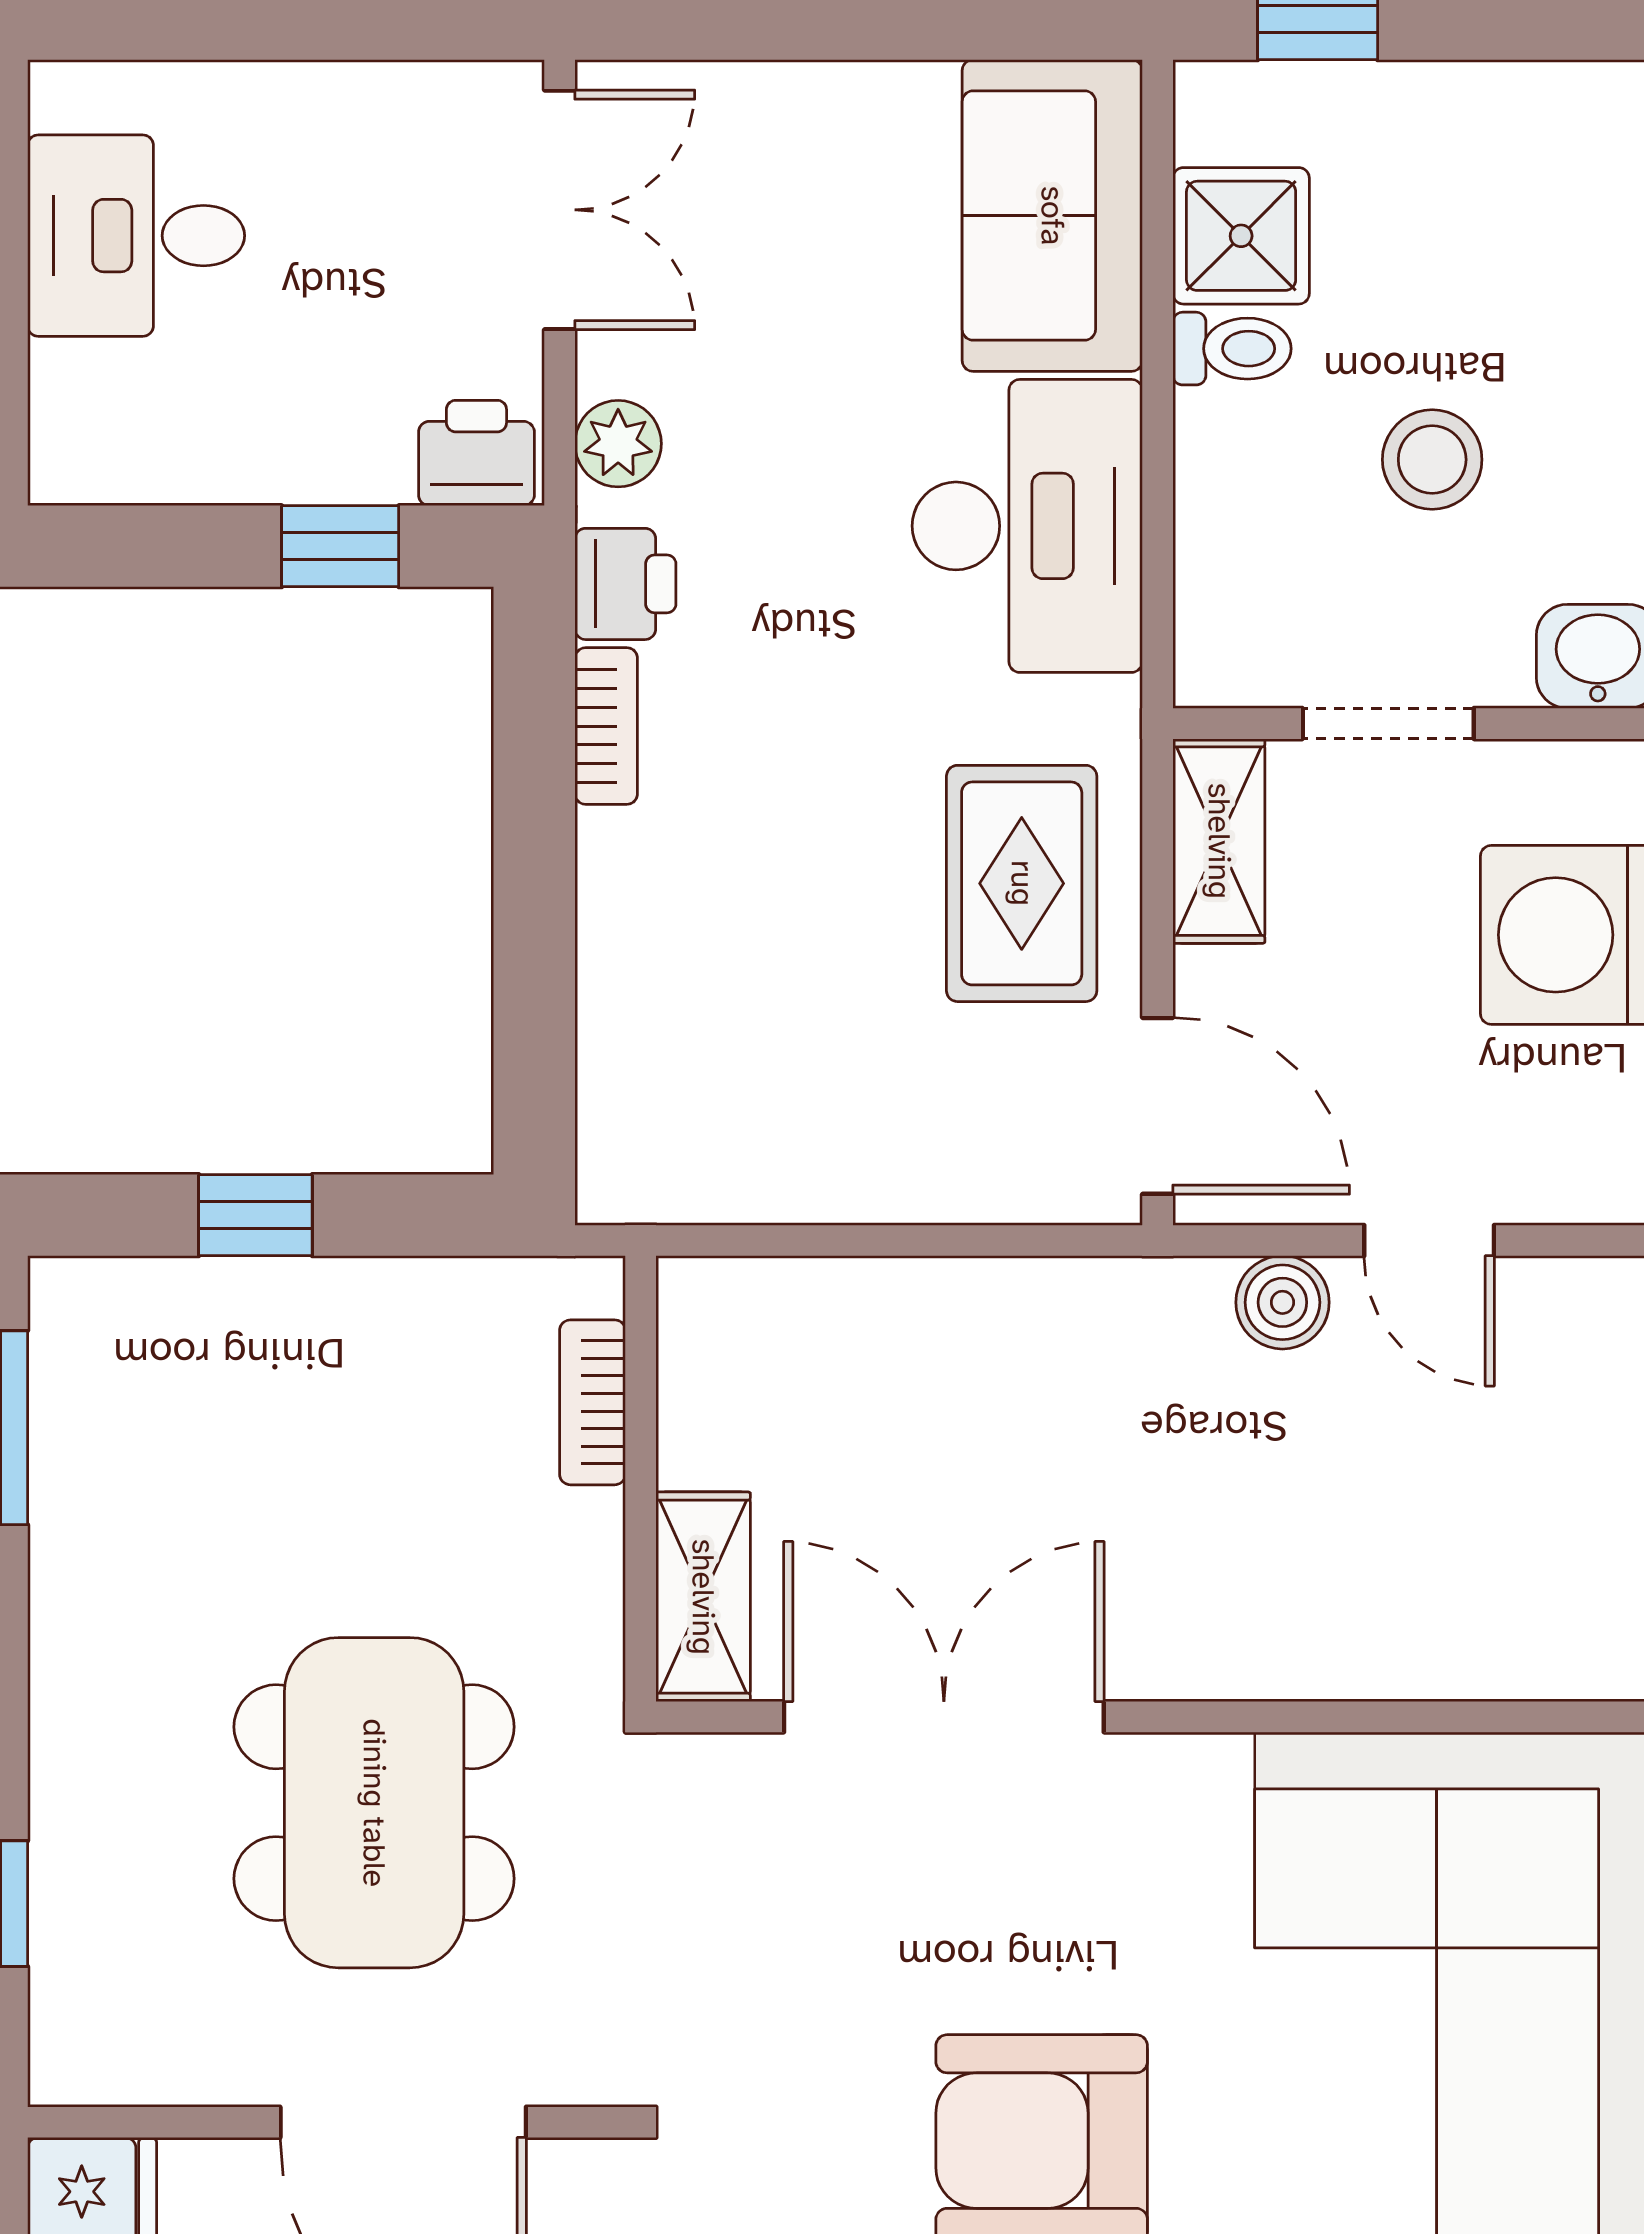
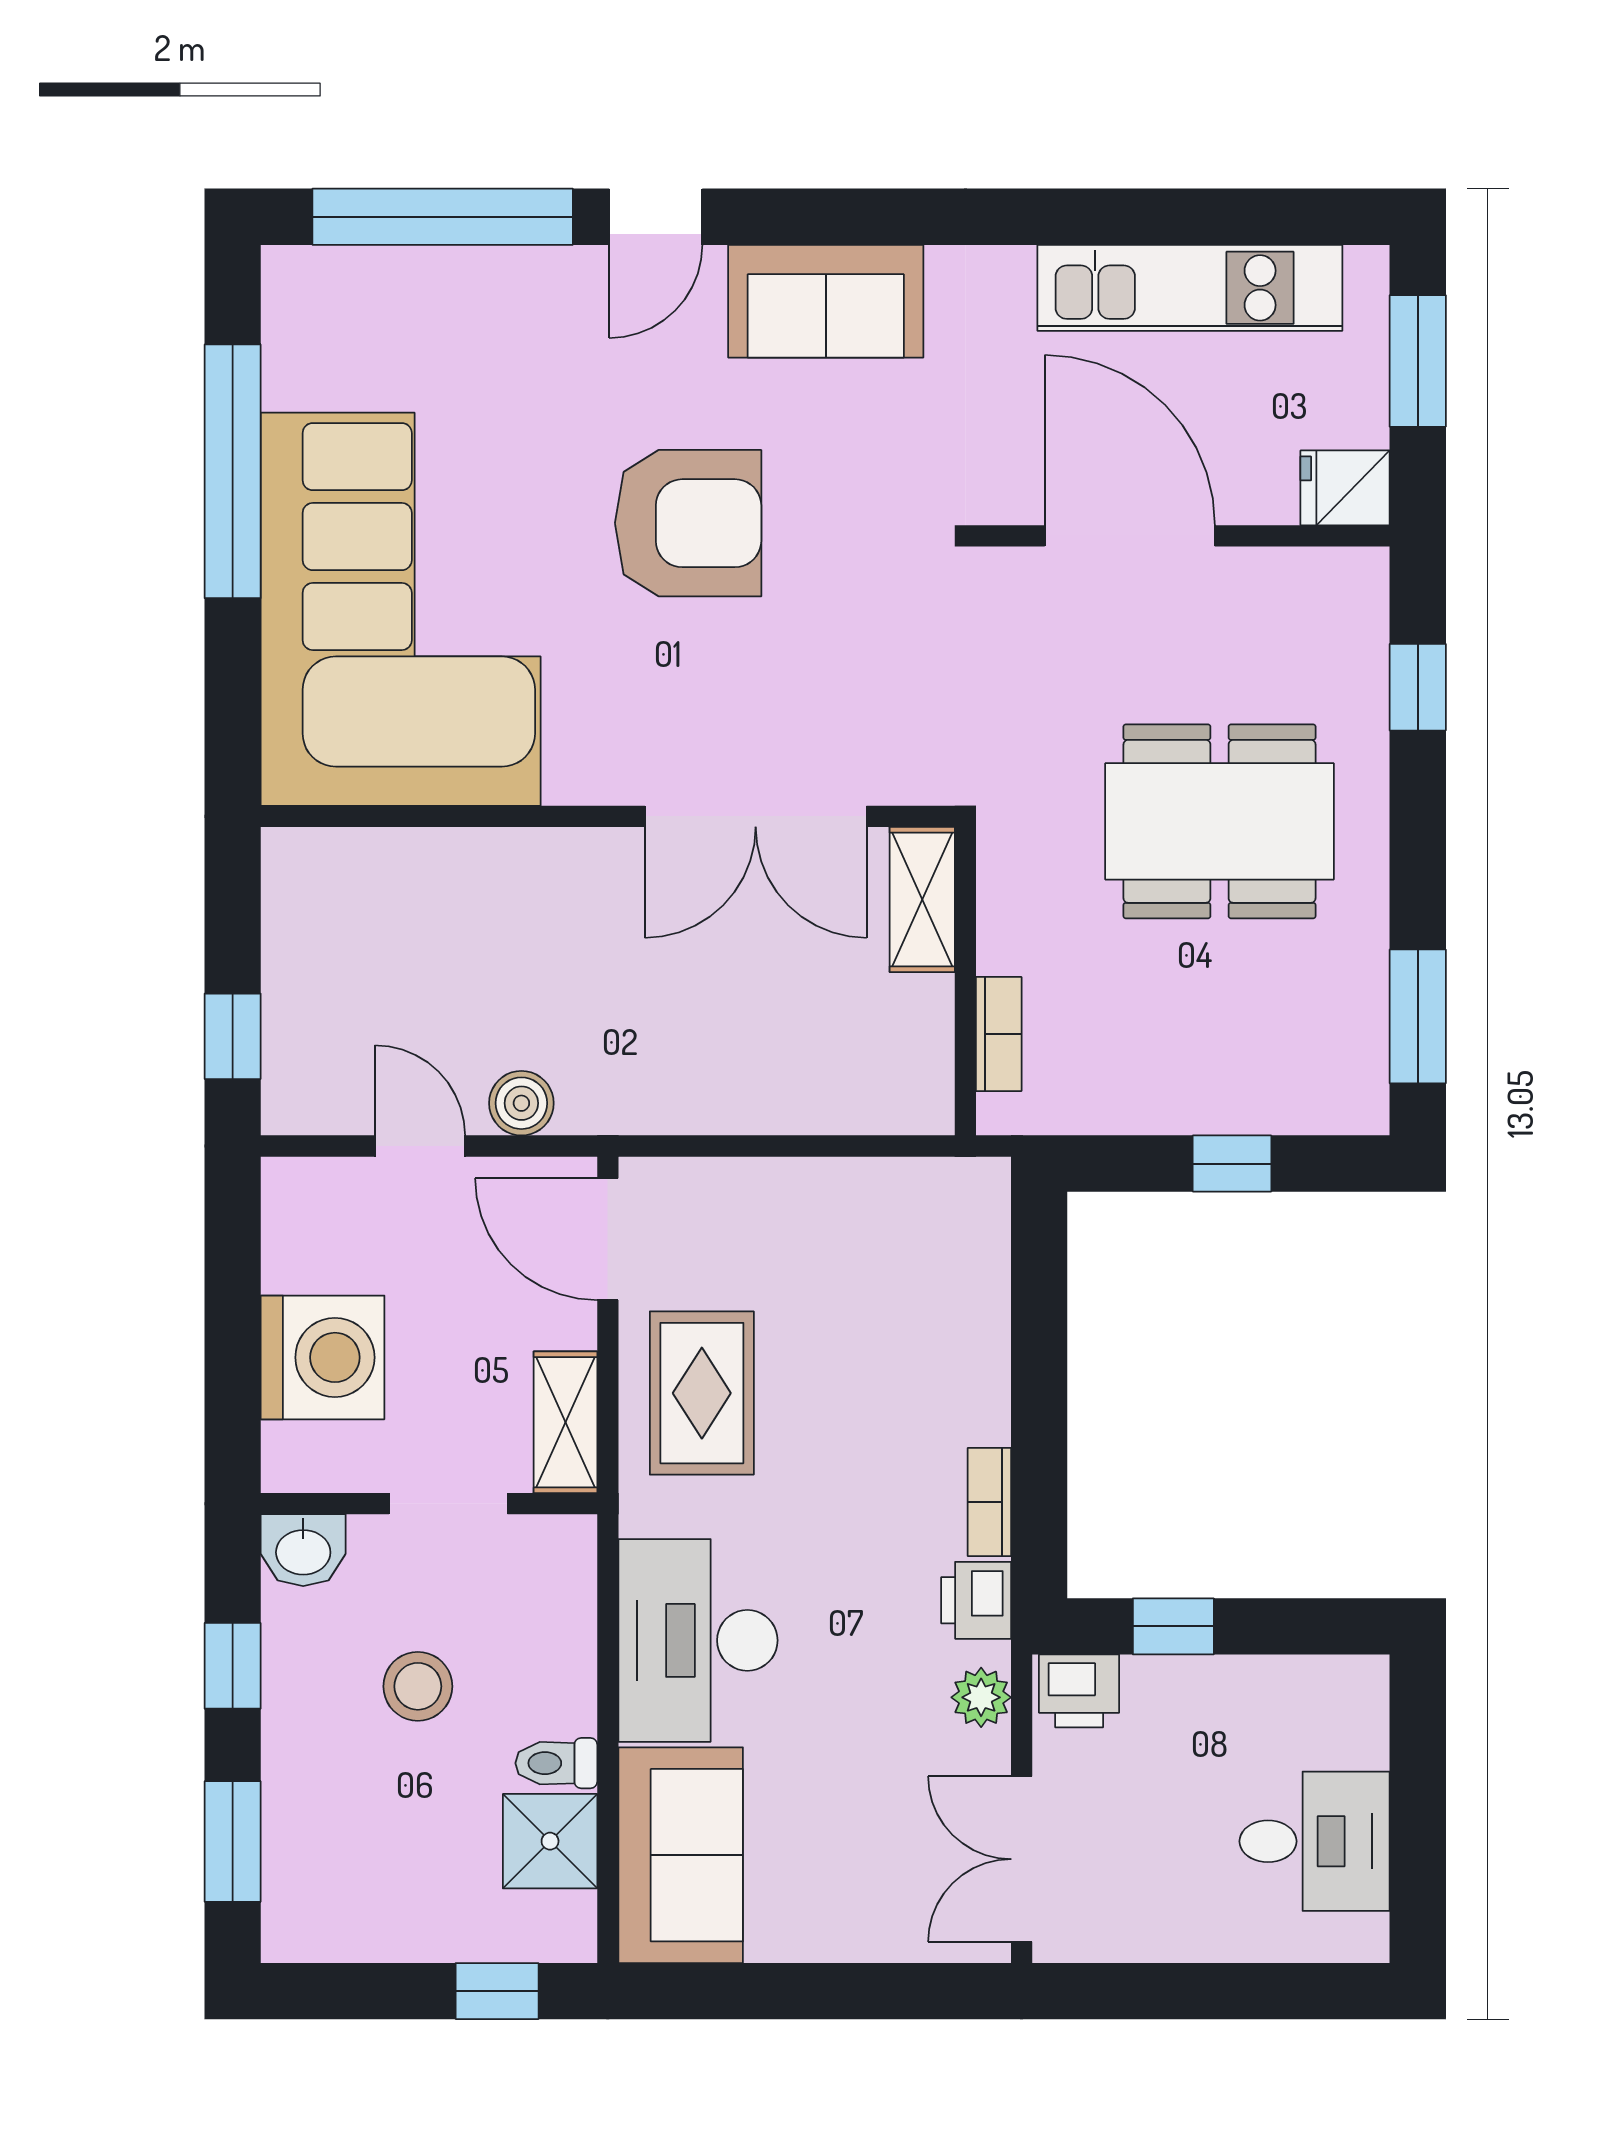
dining table: (374, 1803) -> (1219, 821), moved, turned 90

